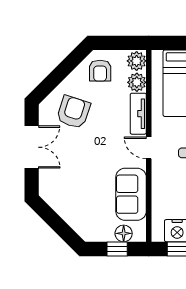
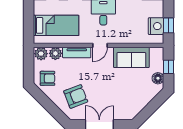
armchair: (73, 112) -> (76, 96), turned 141
floor lamp: (124, 233) -> (158, 78), moved

